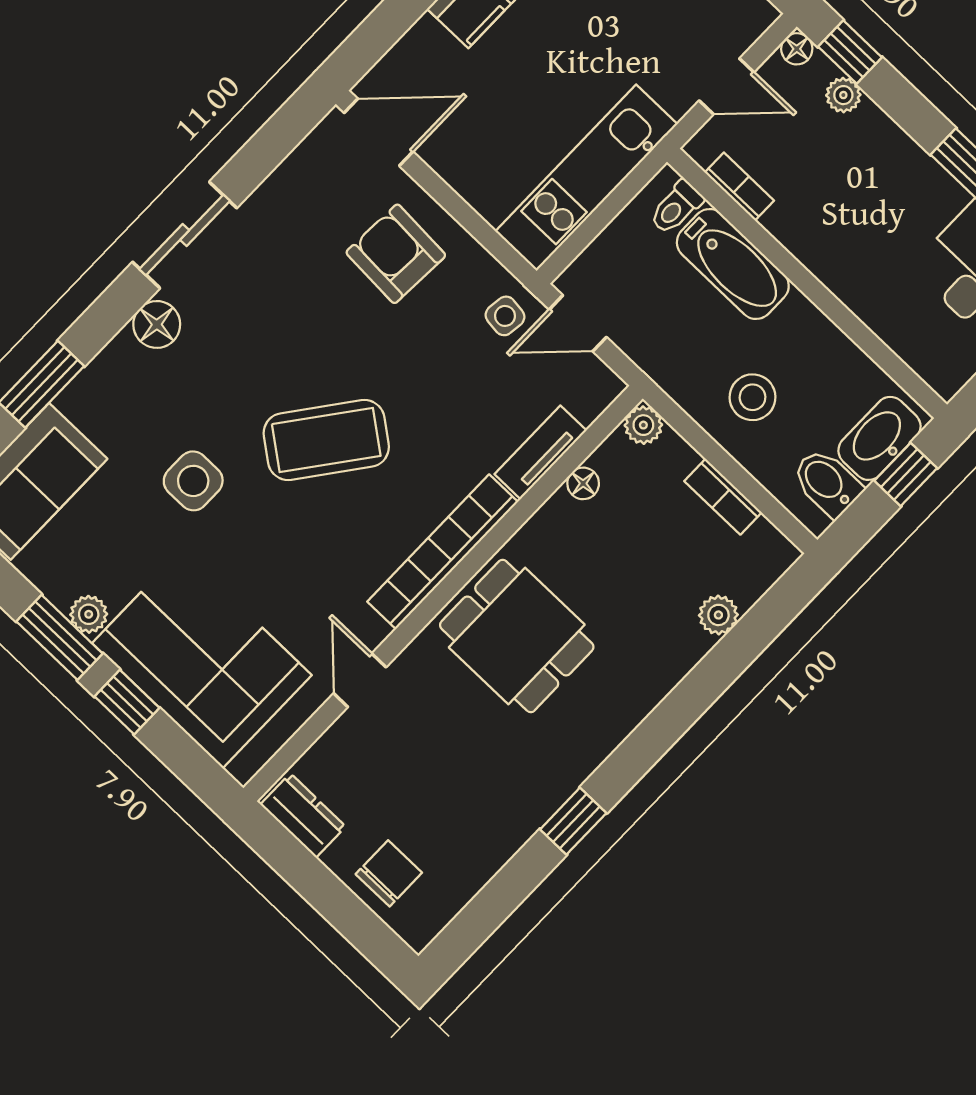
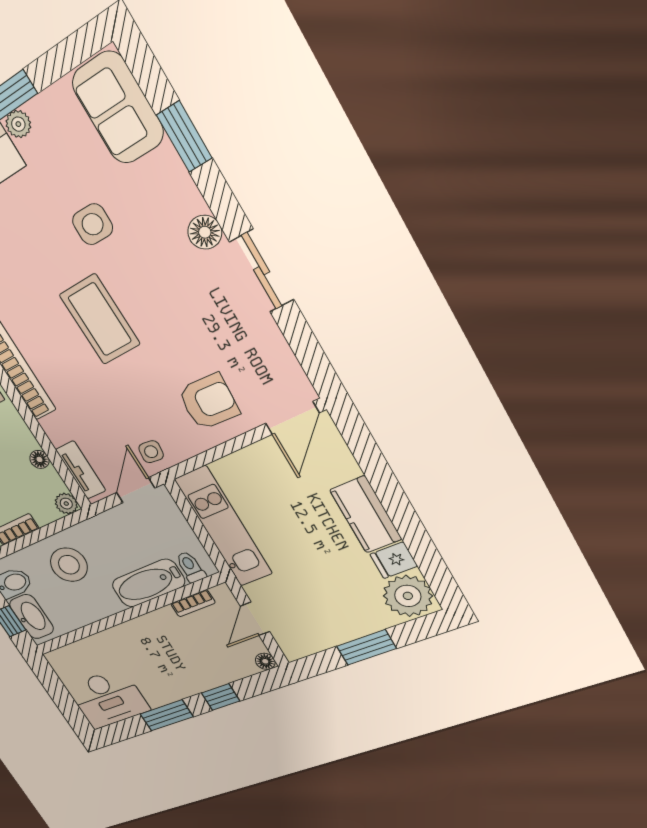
window: (850, 52) -> (221, 697), moved
plant: (843, 95) -> (230, 673), removed
stool: (753, 397) -> (69, 565), width x1.38, depth x1.38
coffee table: (326, 440) -> (100, 319), turned -38
tv unit: (540, 452) -> (81, 470), moved

